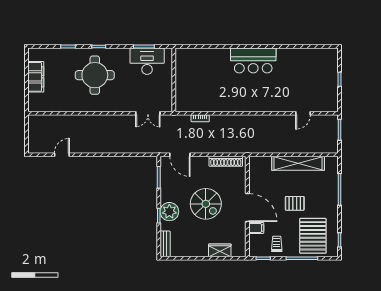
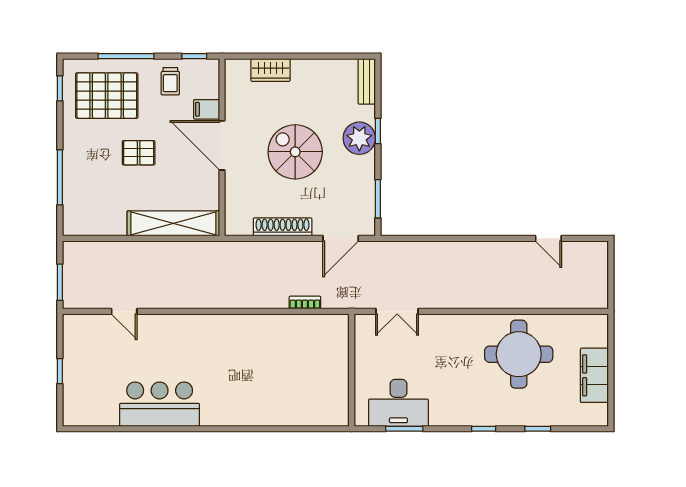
bar counter: (253, 60) -> (160, 404), moved
round table: (95, 75) -> (519, 354), moved
double door: (148, 113) -> (397, 311), swing flipped
door: (303, 113) -> (124, 311), swing flipped
door: (62, 155) -> (548, 238), hinge flipped
door: (180, 155) -> (341, 238), swing flipped
shoe rack: (226, 161) -> (283, 227), moved
shelving: (298, 163) -> (173, 223), moved
pallet: (313, 236) -> (107, 96), turned 90

